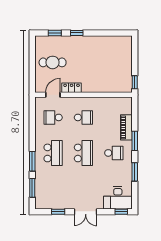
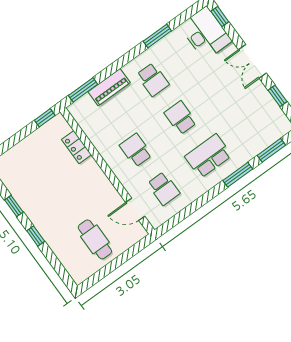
window: (55, 33) -> (14, 206), moved
locker: (72, 88) -> (76, 147), moved
window: (135, 141) -> (83, 90), moved
school desk: (83, 153) -> (181, 118), width x0.54
school desk: (114, 153) -> (153, 80), turned 180
double door: (86, 212) -> (252, 61), swing flipped

